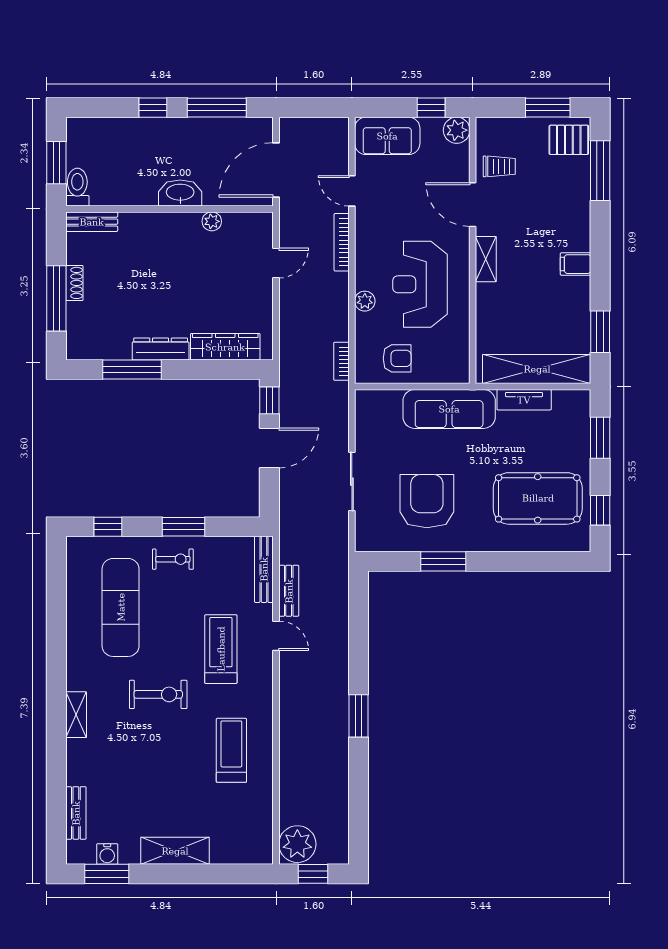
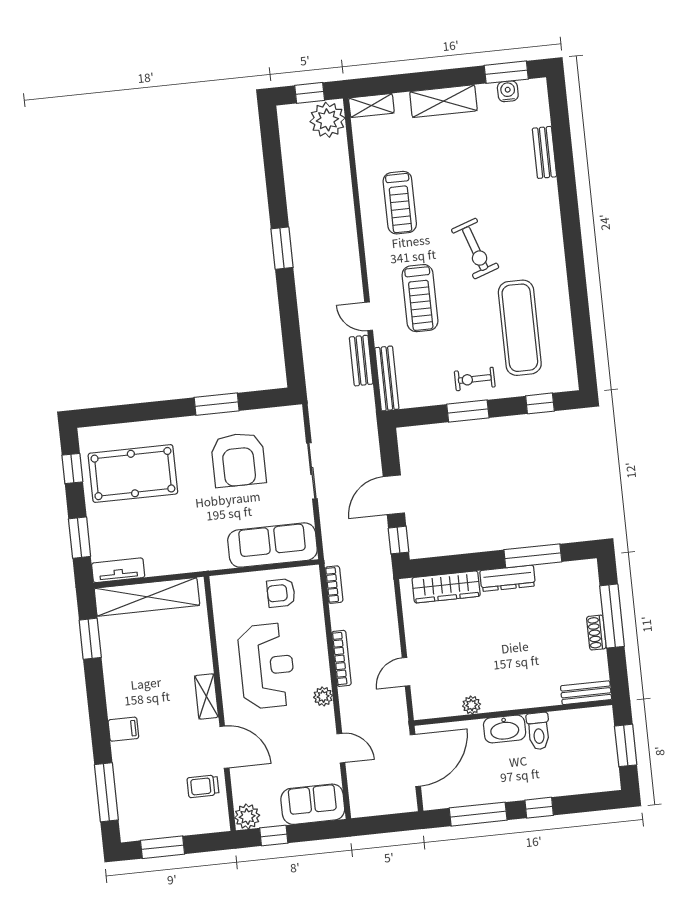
pallet: (569, 140) -> (139, 819), removed
toilet: (77, 187) -> (538, 731), moved
bookcase: (342, 242) -> (341, 658), moved
filing cabinet: (576, 264) -> (123, 729), moved
plant: (365, 301) -> (323, 696), moved
tv unit: (524, 400) -> (118, 570), moved
sofa: (449, 409) -> (272, 545), moved
exercise bike: (158, 694) -> (475, 249), turned -109
shelving: (76, 715) -> (371, 106), moved, turned 90
bench: (76, 813) -> (544, 152), moved

